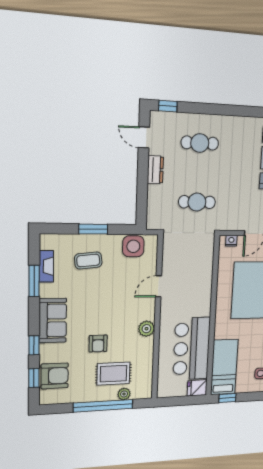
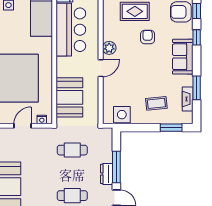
window: (143, 178) -> (116, 167), added
window: (93, 229) -> (171, 128), moved
booth: (197, 268) -> (69, 97), added
door: (159, 286) -> (101, 68), moved

